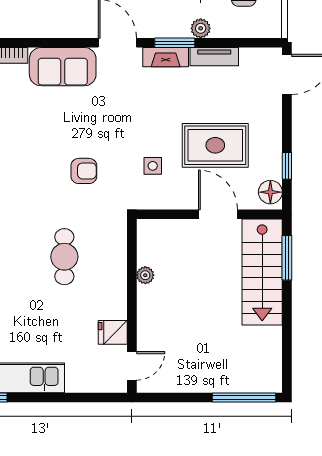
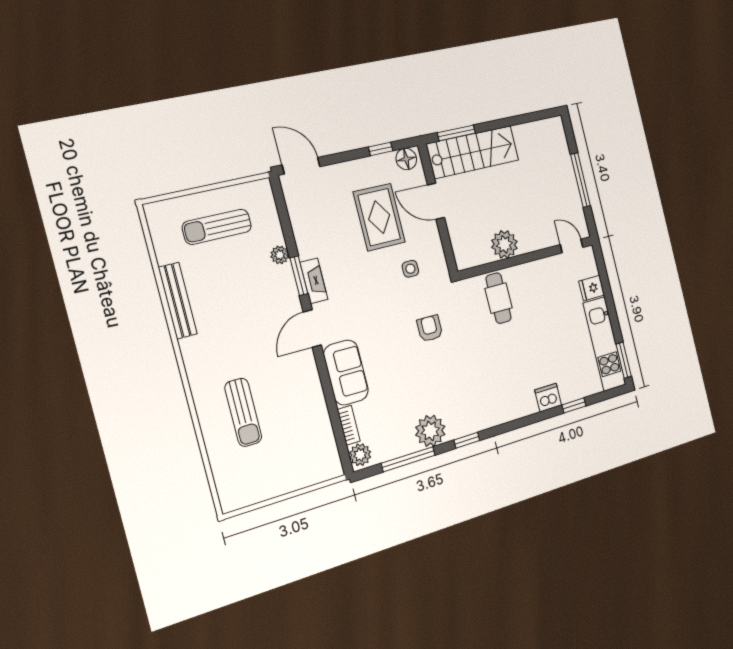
tv unit: (214, 57) -> (302, 236), removed
door: (218, 214) -> (436, 201), hinge flipped
cafe table: (64, 257) -> (499, 298), moved, turned 90
plant: (145, 275) -> (504, 244), width x1.87, depth x1.87
fridge: (113, 332) -> (592, 288), moved, turned 90
window: (244, 398) -> (580, 180), moved

